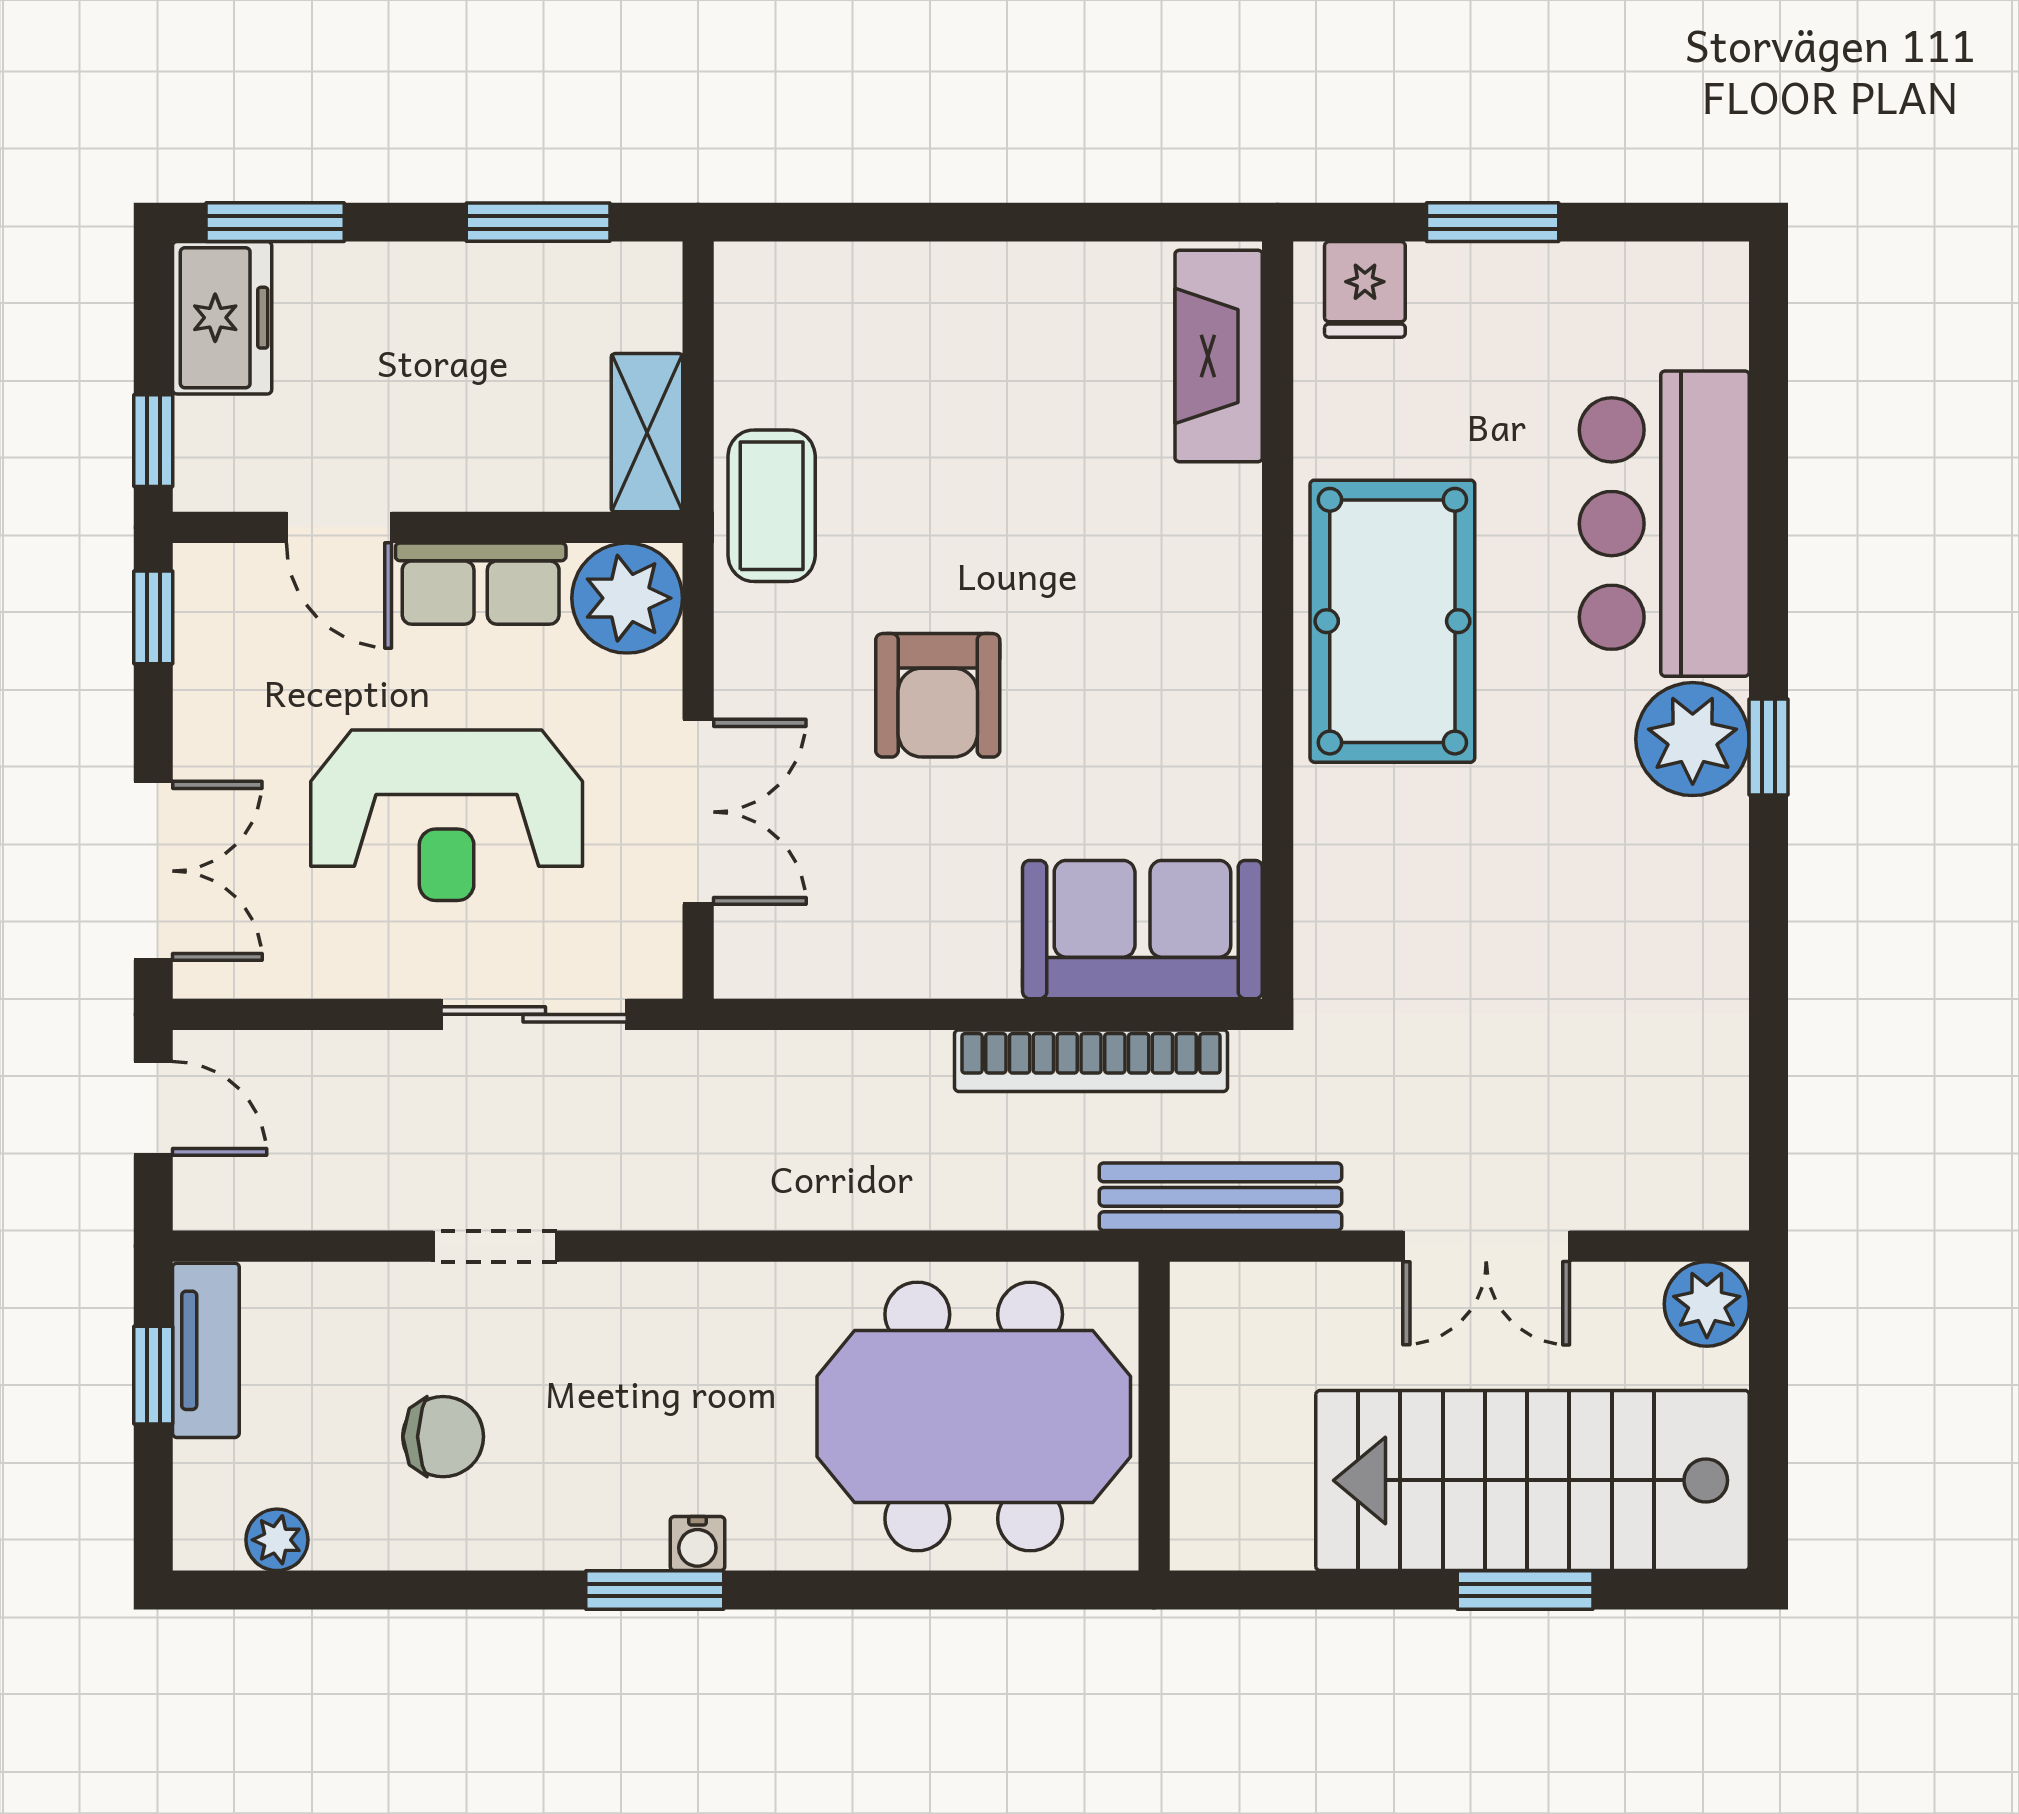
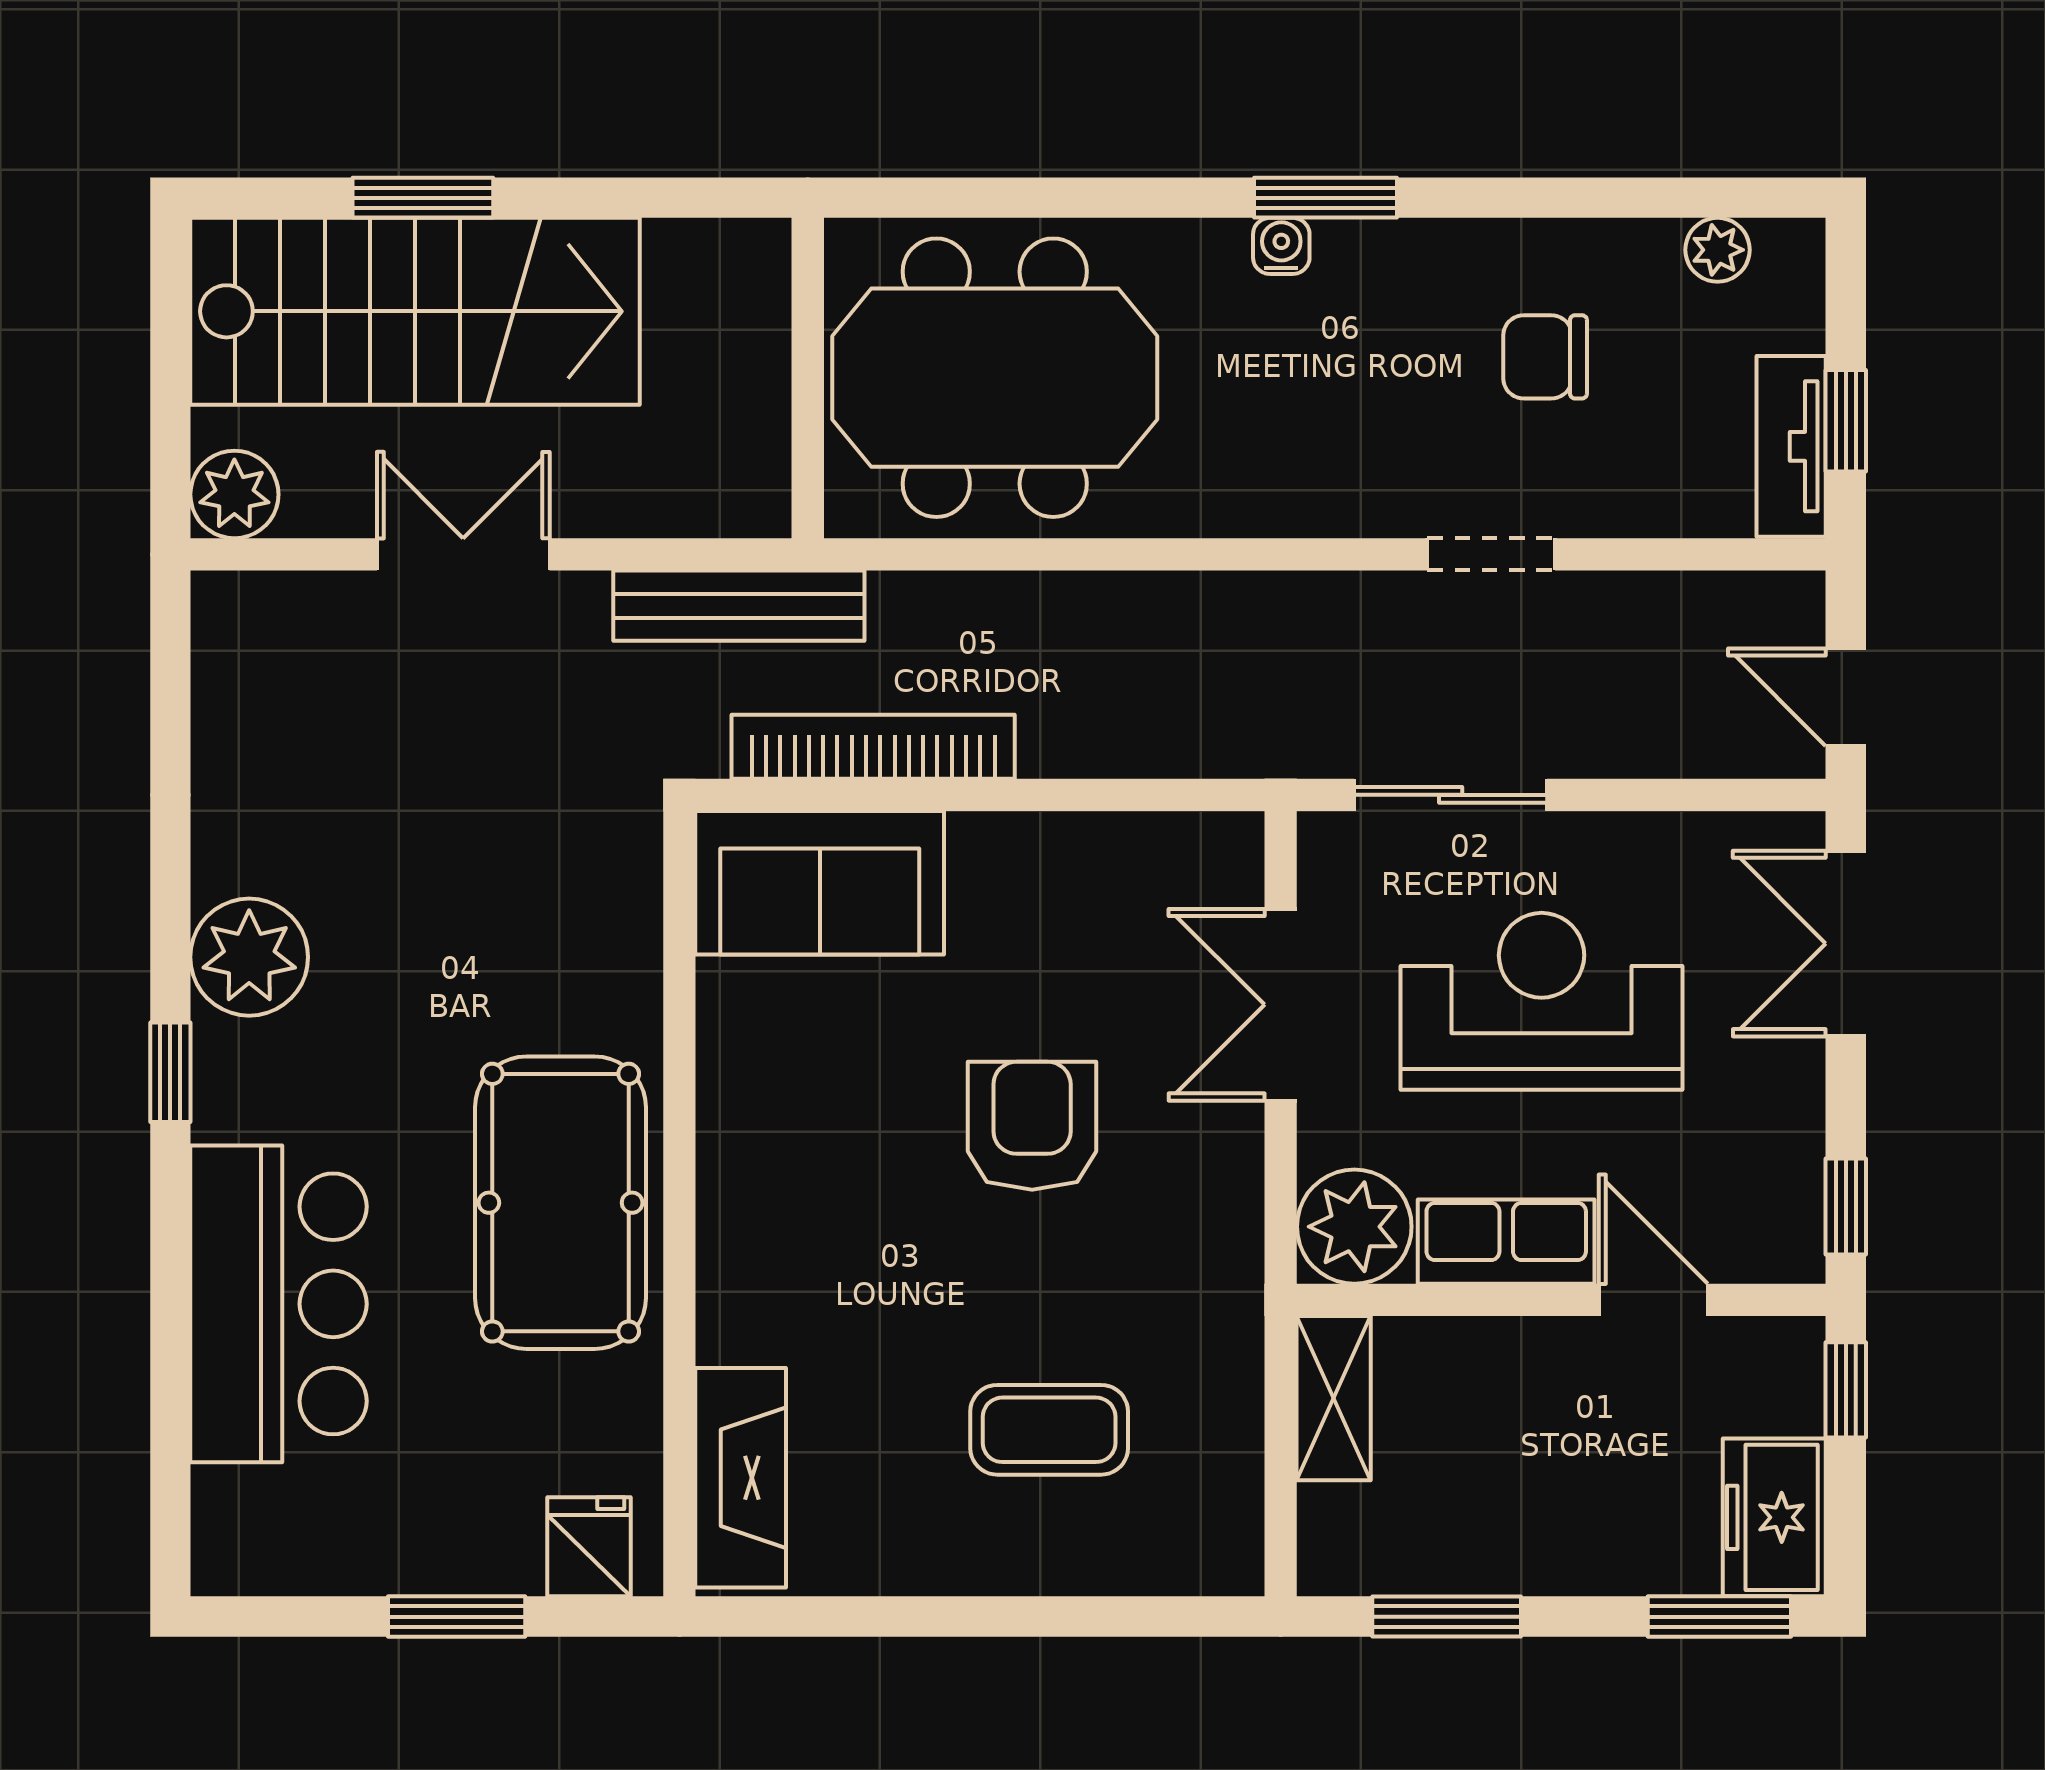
coffee table: (772, 506) -> (1049, 1430), moved, turned 90
plant: (1693, 739) -> (249, 957), moved

